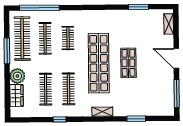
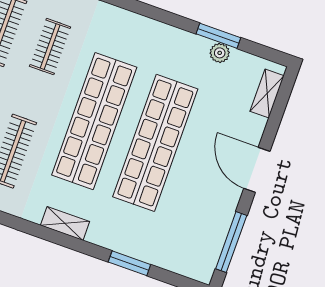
plant: (142, 14) -> (220, 53), added
shop shelf: (128, 63) -> (155, 143), width x2.00, depth x1.36

